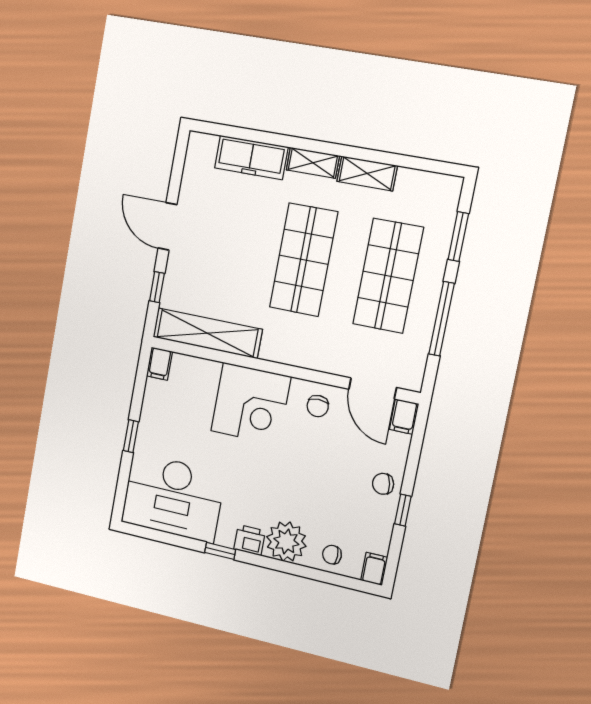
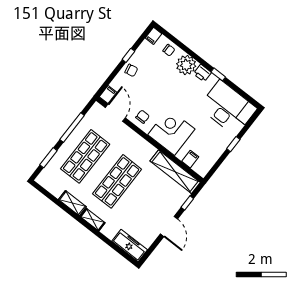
freezer: (251, 157) -> (130, 246), moved
filing cabinet: (160, 364) -> (190, 159), moved

